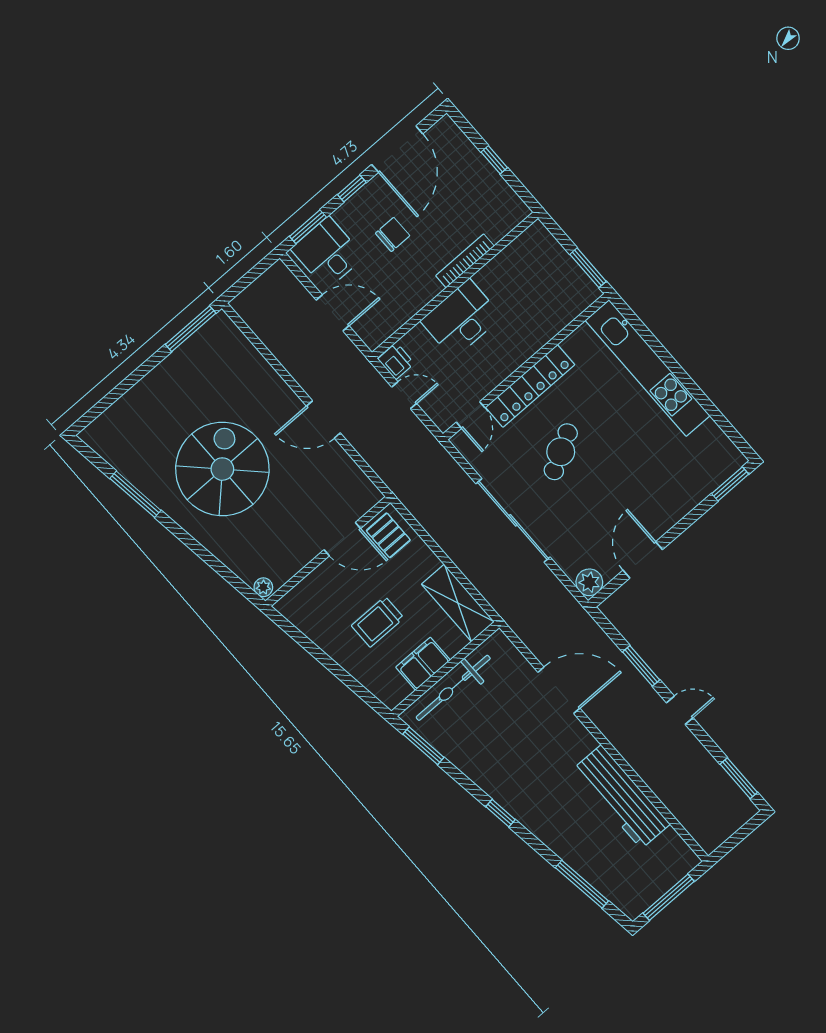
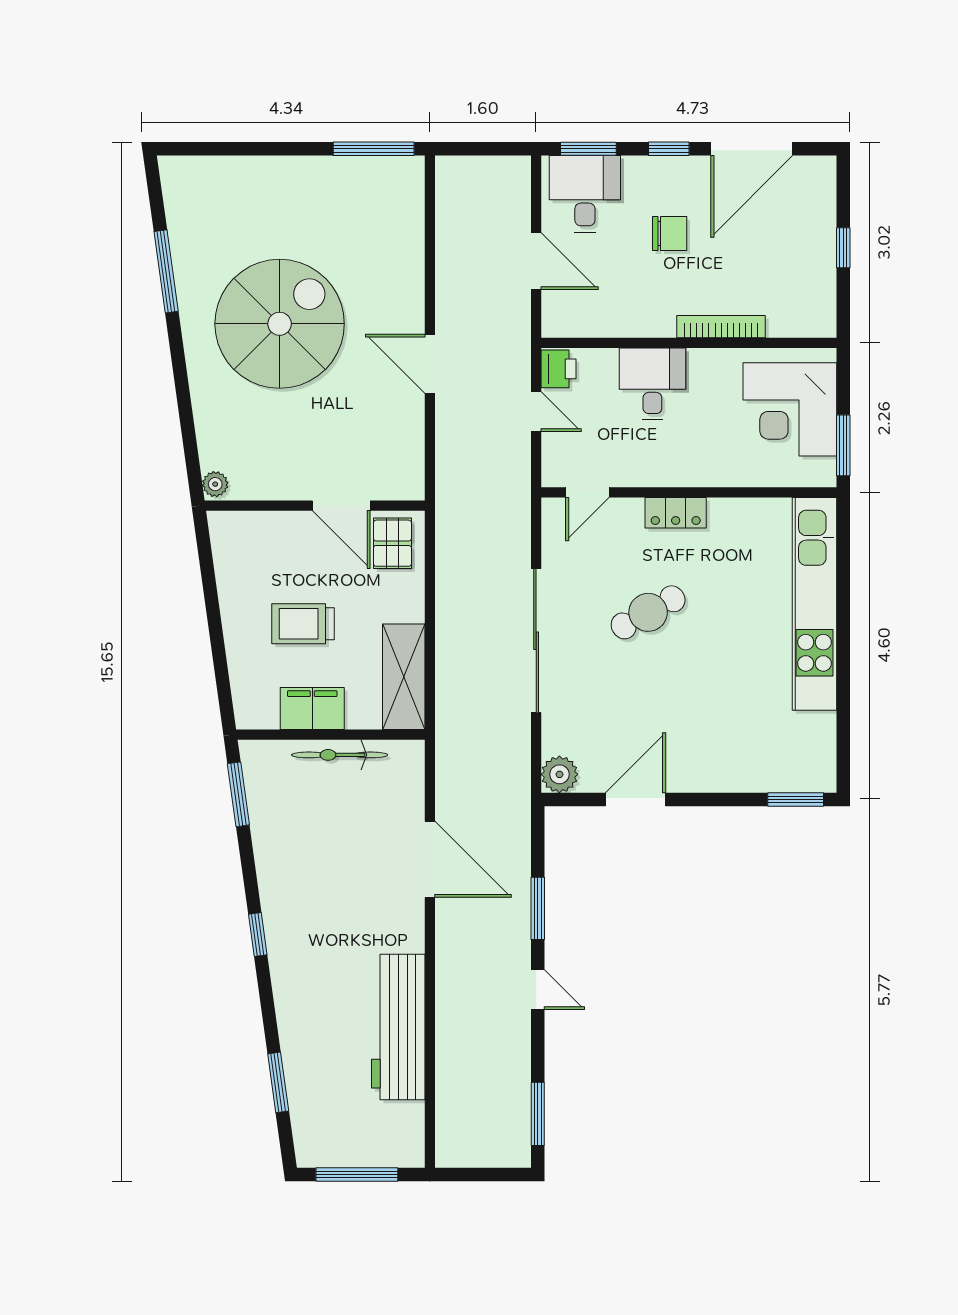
corner desk: (542, 273) -> (790, 409), added
desk: (461, 319) -> (652, 384), width x0.73
locker: (530, 386) -> (676, 513), width x0.46, depth x0.83
bicycle: (453, 688) -> (340, 755), width x0.73, depth x0.71
window: (582, 884) -> (278, 1082), width x0.69

